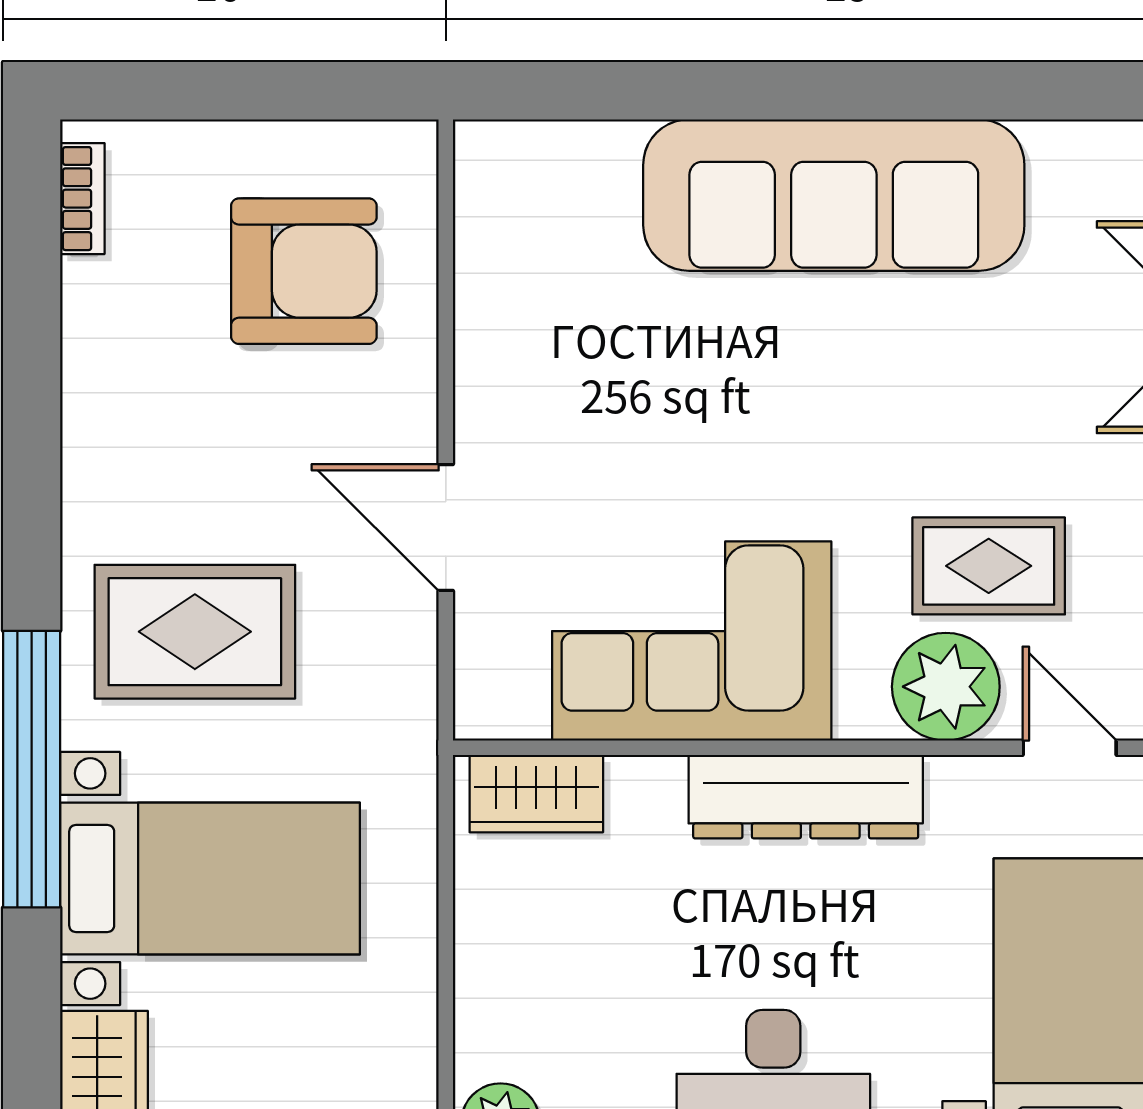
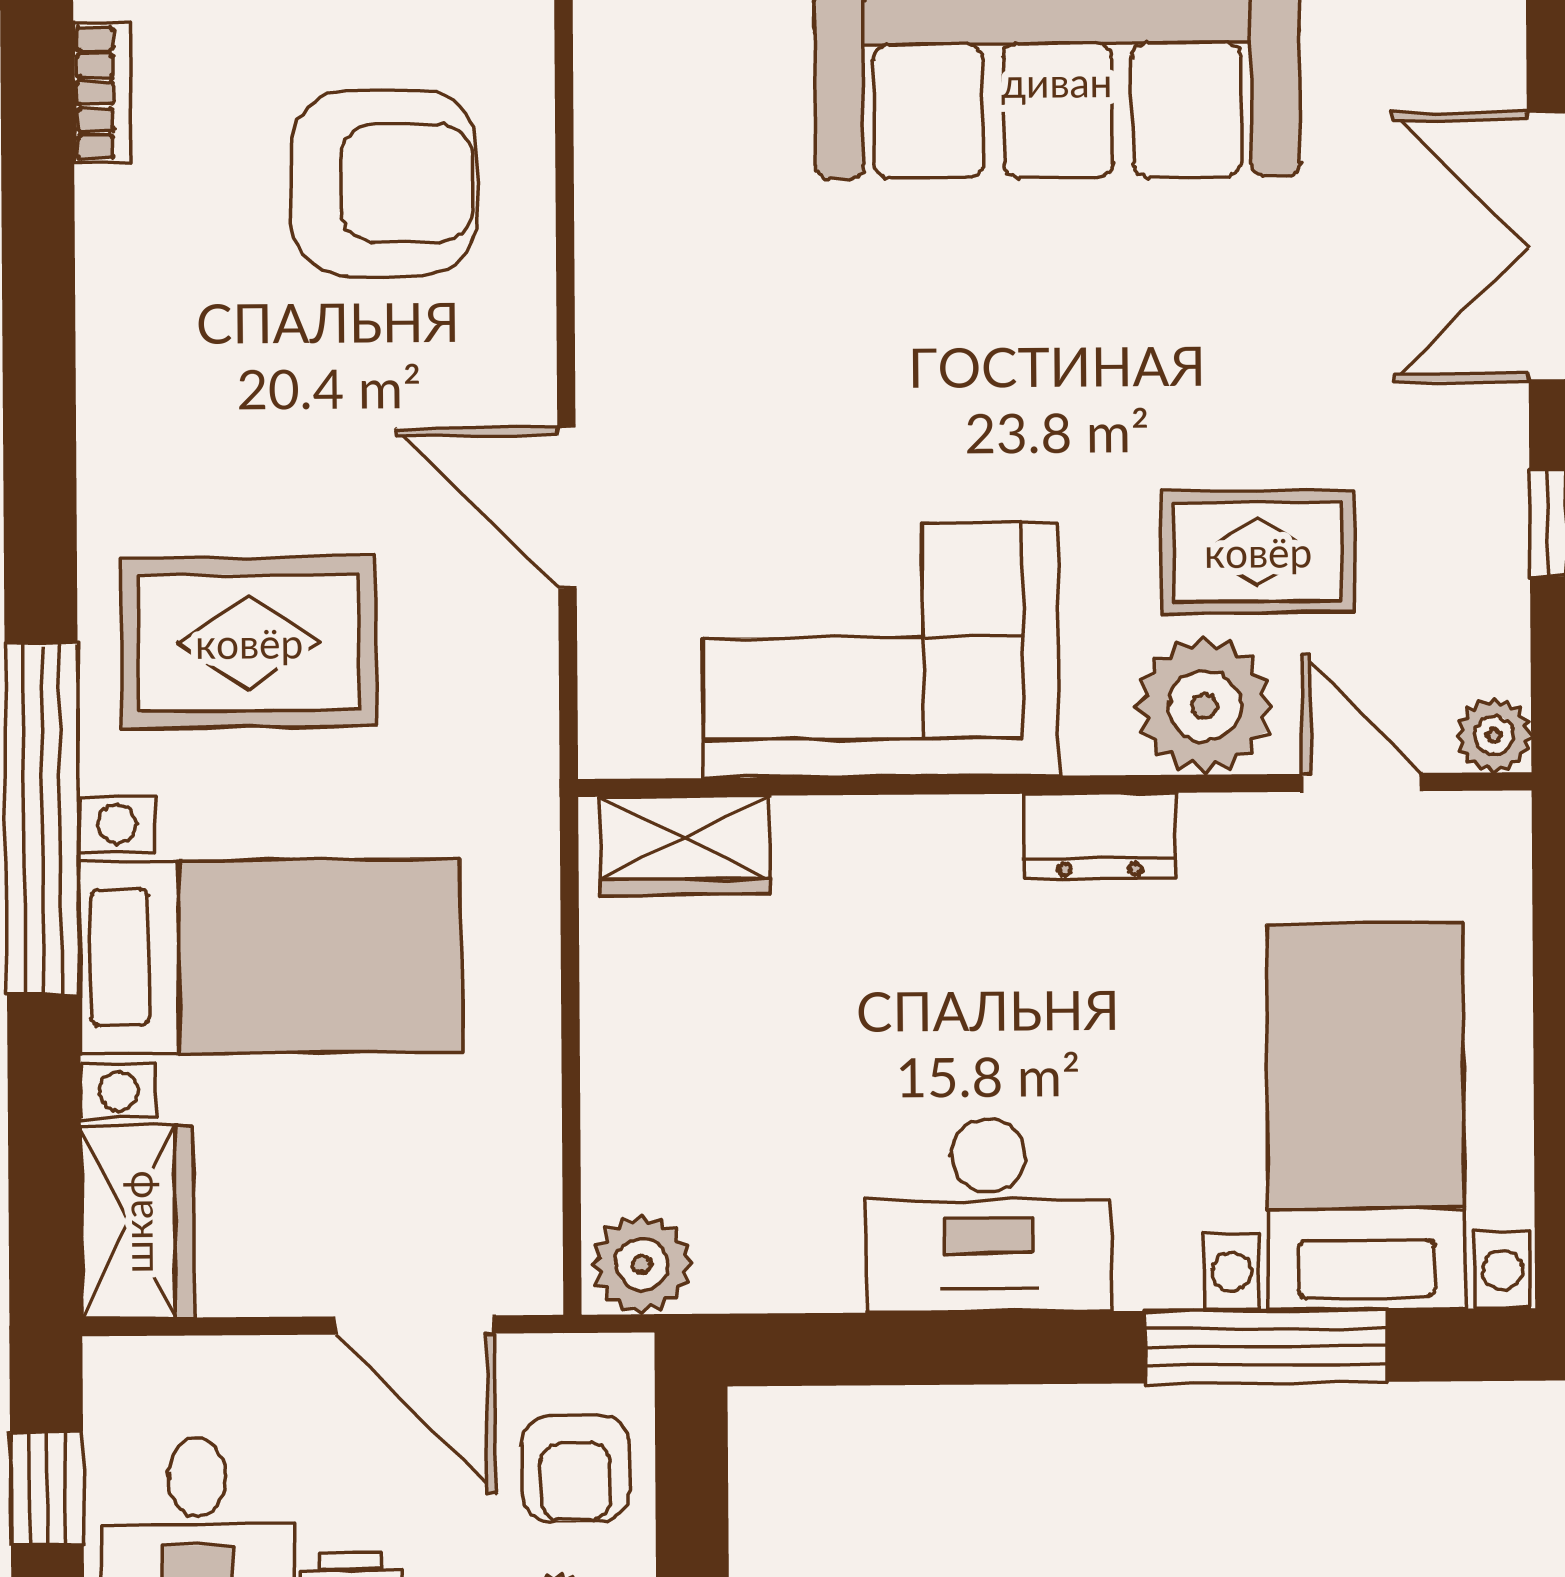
dresser: (806, 797) -> (1100, 836), width x0.51, depth x0.80

